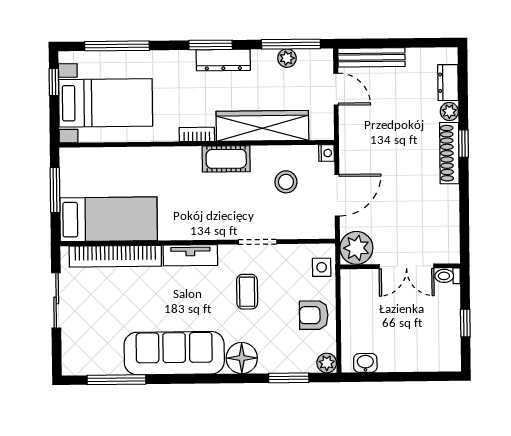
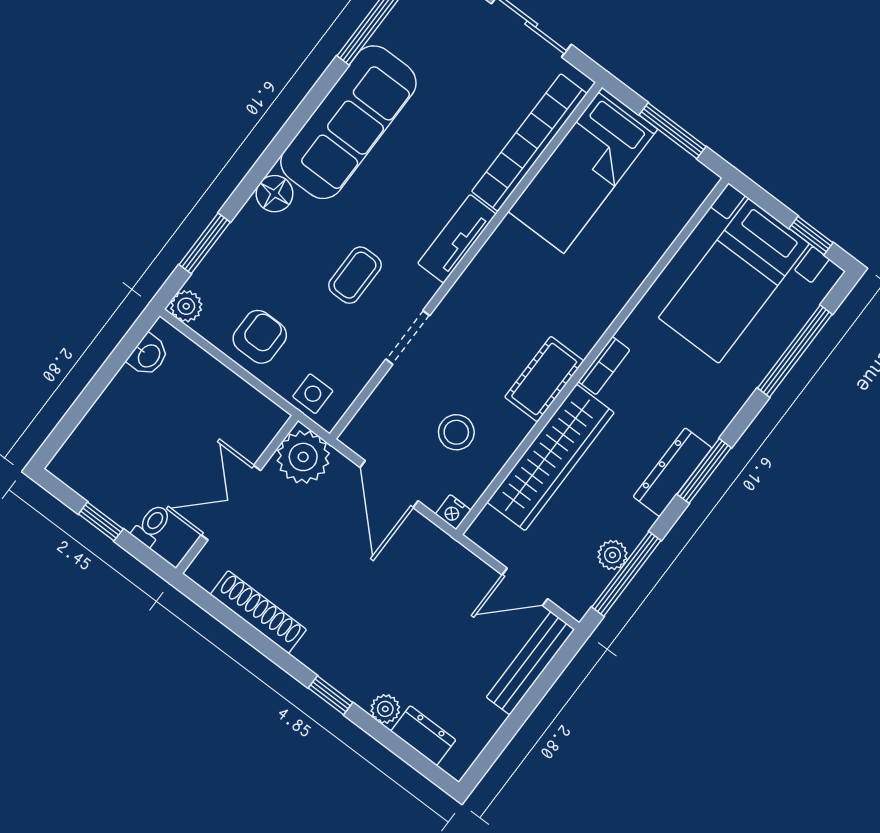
shoe rack: (449, 153) -> (258, 612), moved
toilet: (448, 276) -> (152, 525), moved
coffee table: (247, 292) -> (355, 275), turned 90
floor lamp: (242, 358) -> (275, 194), width x0.73, depth x0.73

